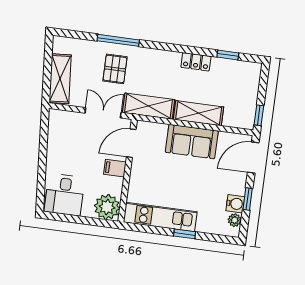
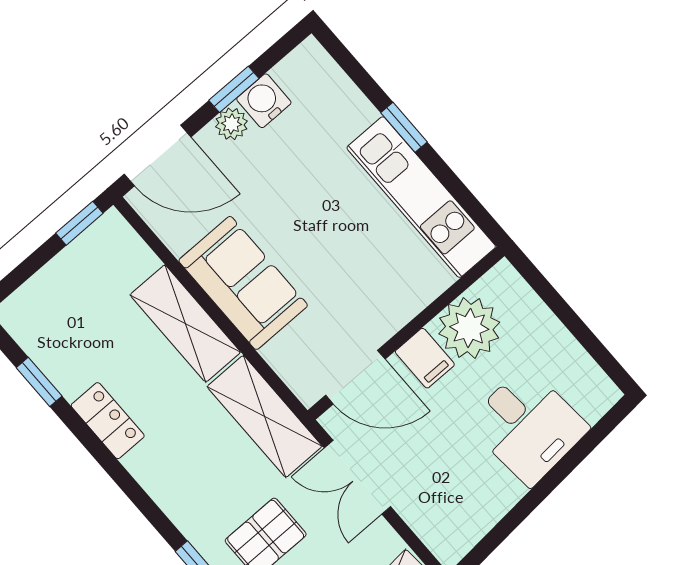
desk: (64, 195) -> (528, 426), moved, turned 86
plant: (107, 207) -> (469, 328), moved
plant: (235, 220) -> (231, 124), moved

